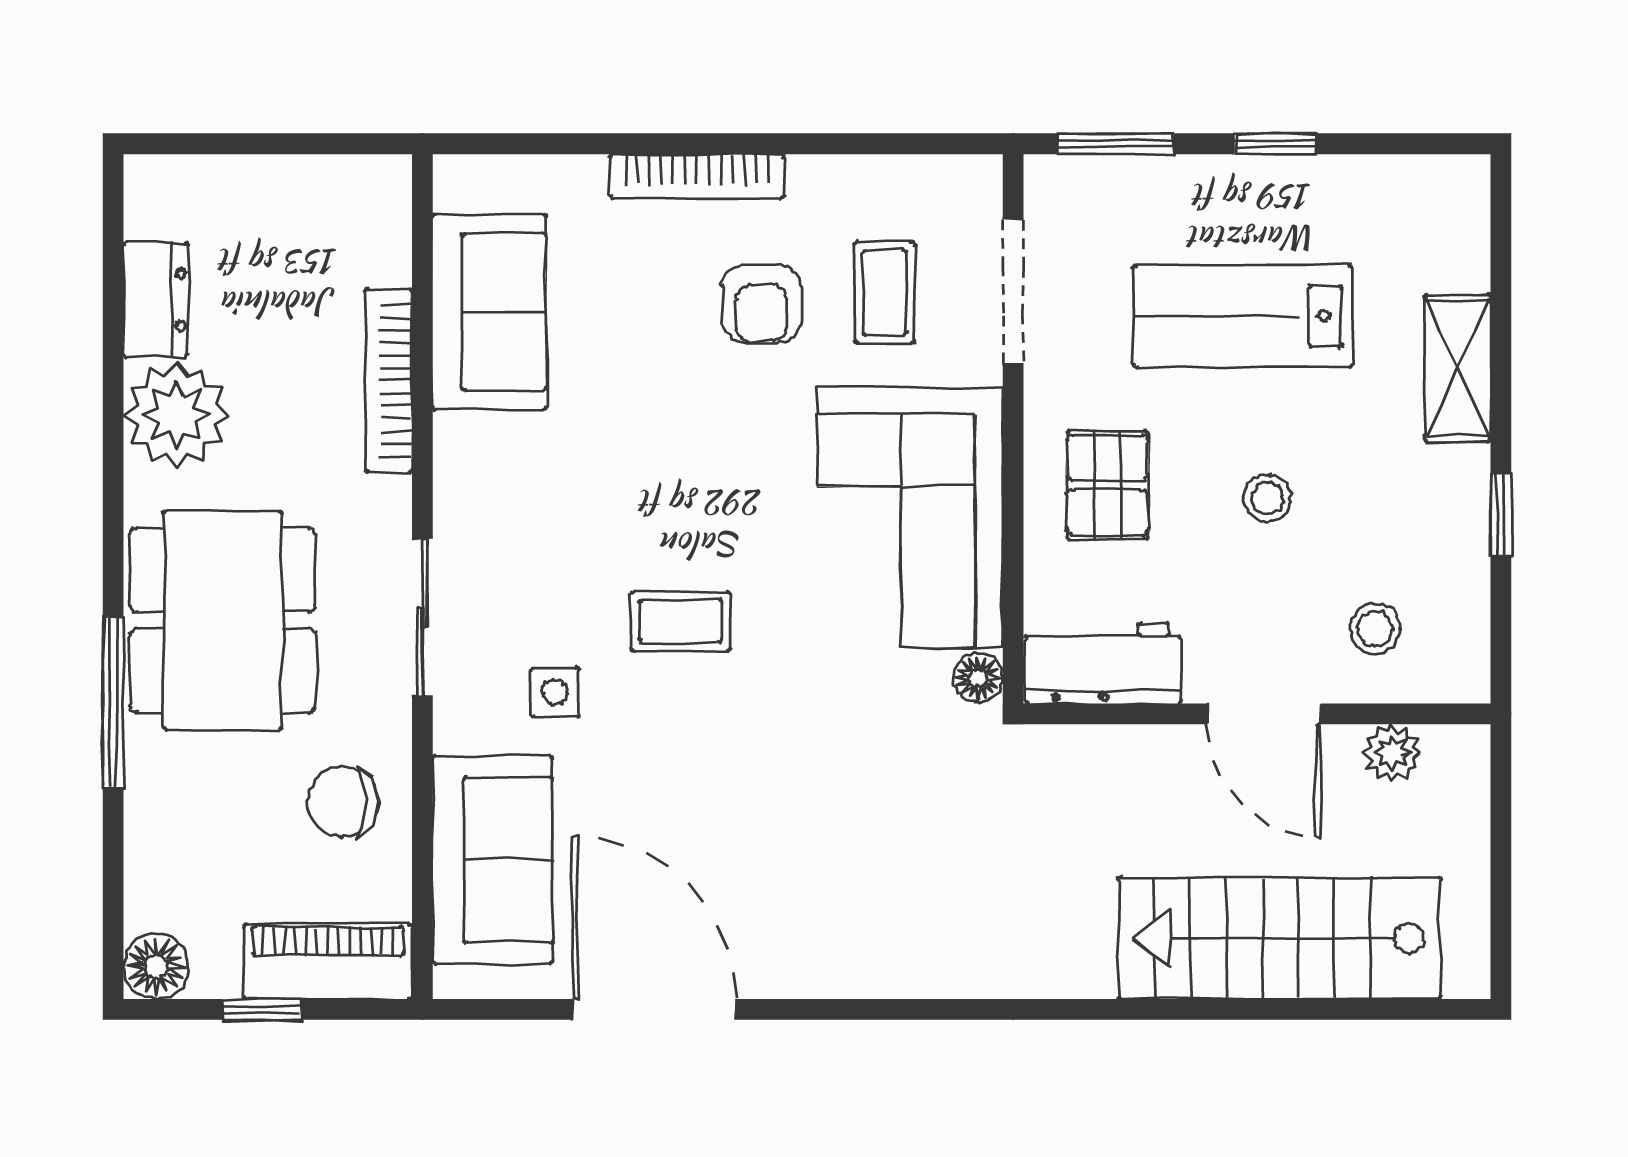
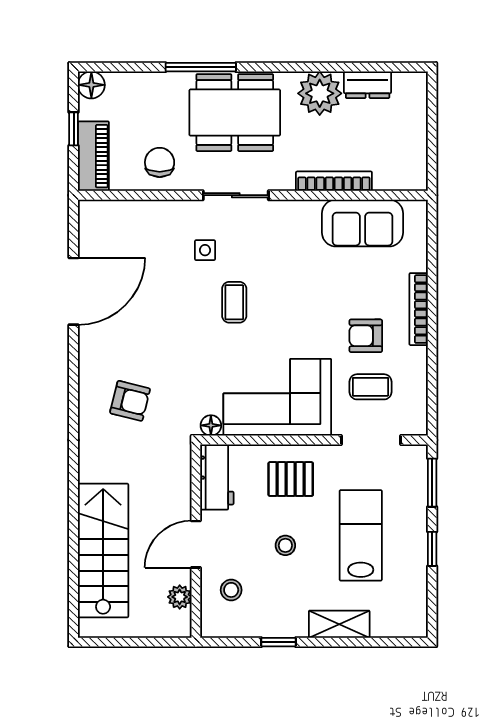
sofa: (493, 860) -> (136, 224), removed
armchair: (919, 873) -> (130, 401), added

